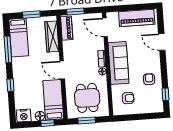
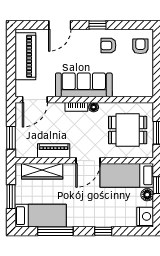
piano: (67, 28) -> (54, 151), moved
window: (166, 94) -> (98, 25), moved
armchair: (128, 98) -> (140, 46), moved

